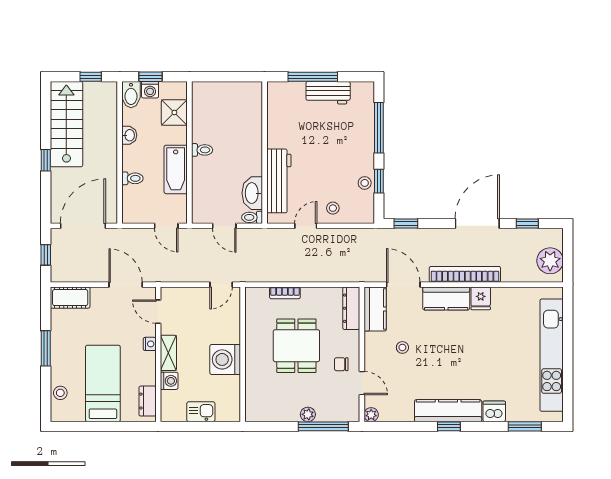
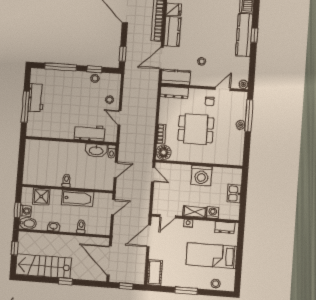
workbench: (279, 181) -> (90, 133), width x0.73
floor lamp: (257, 298) -> (164, 152), added

